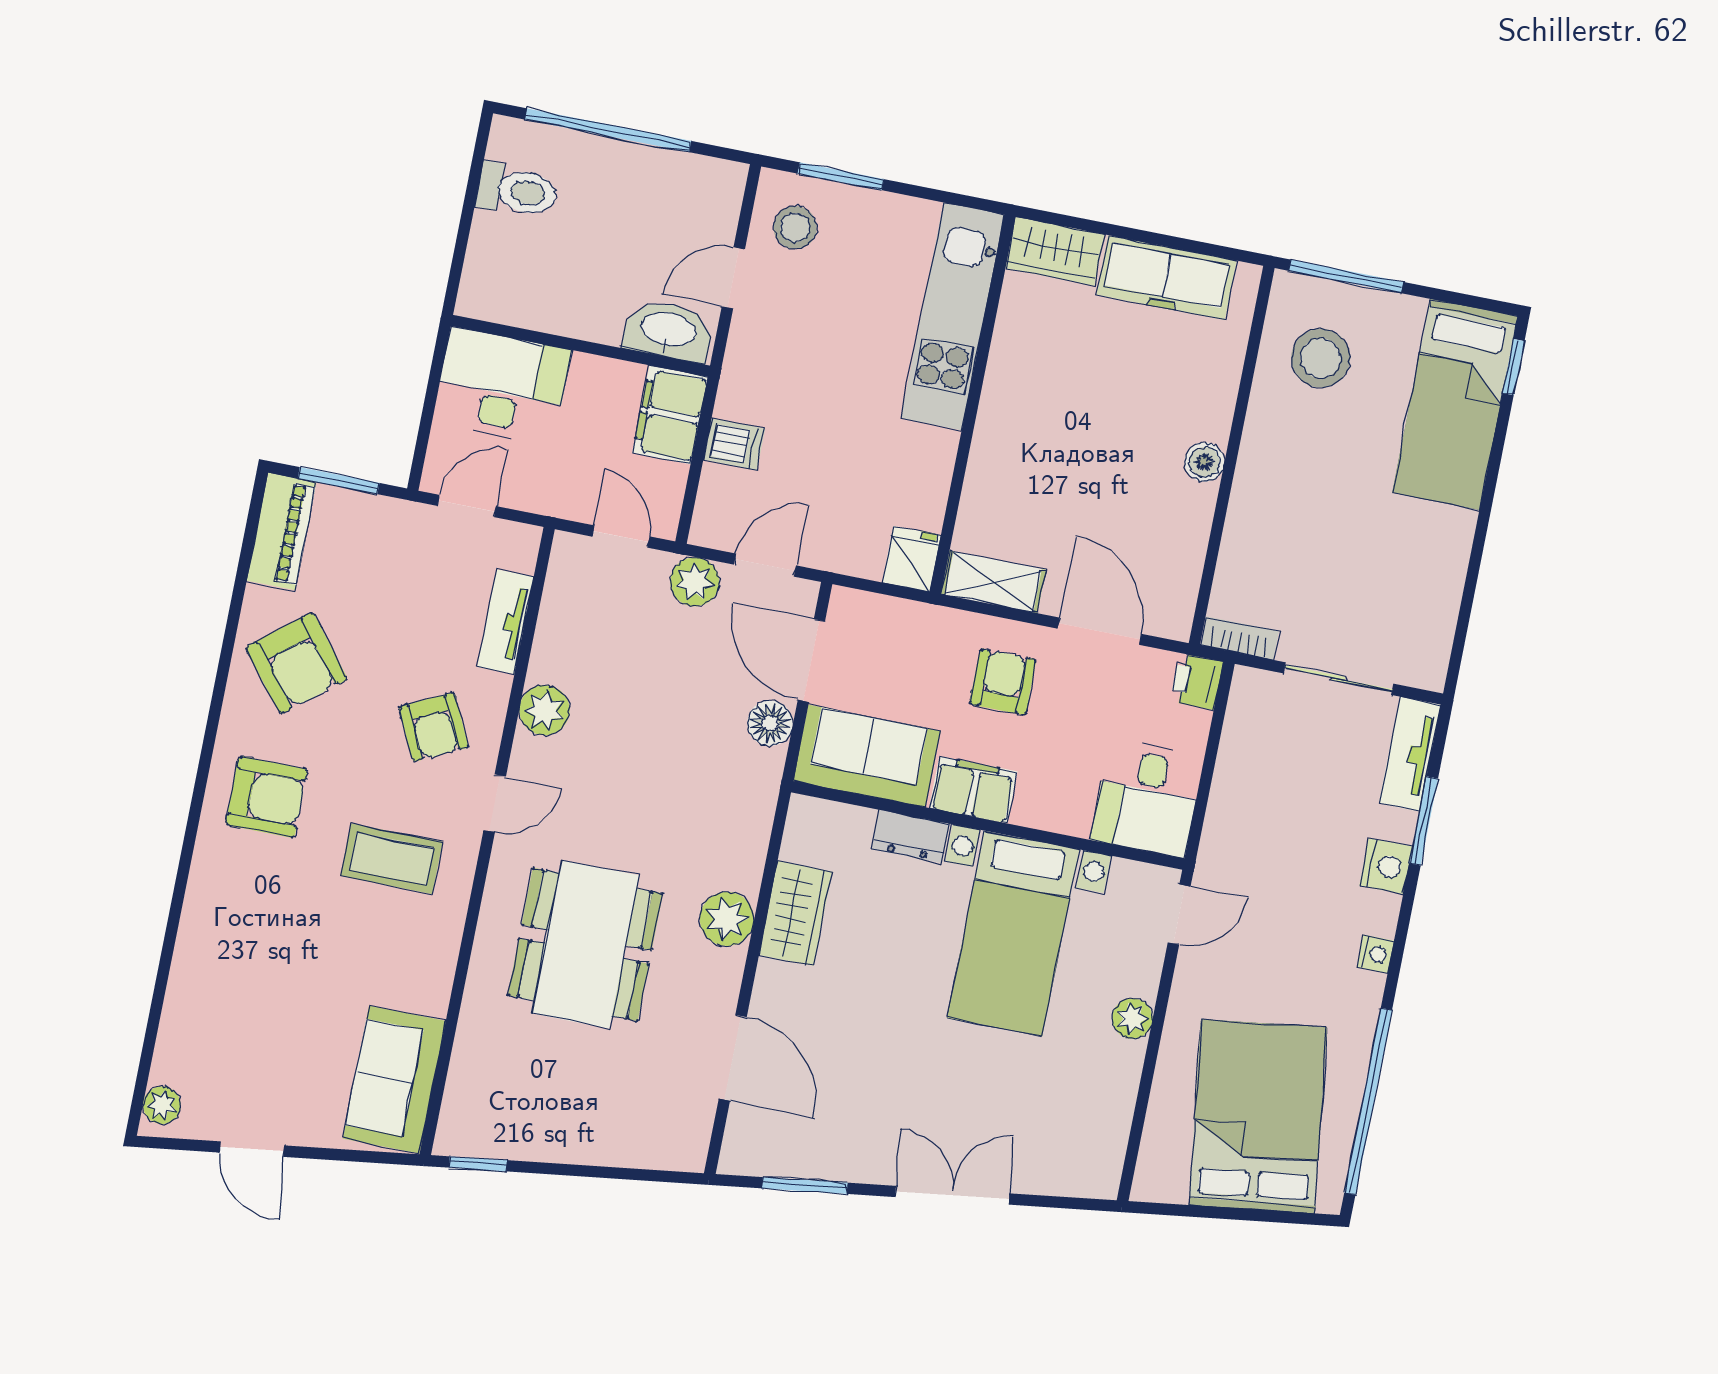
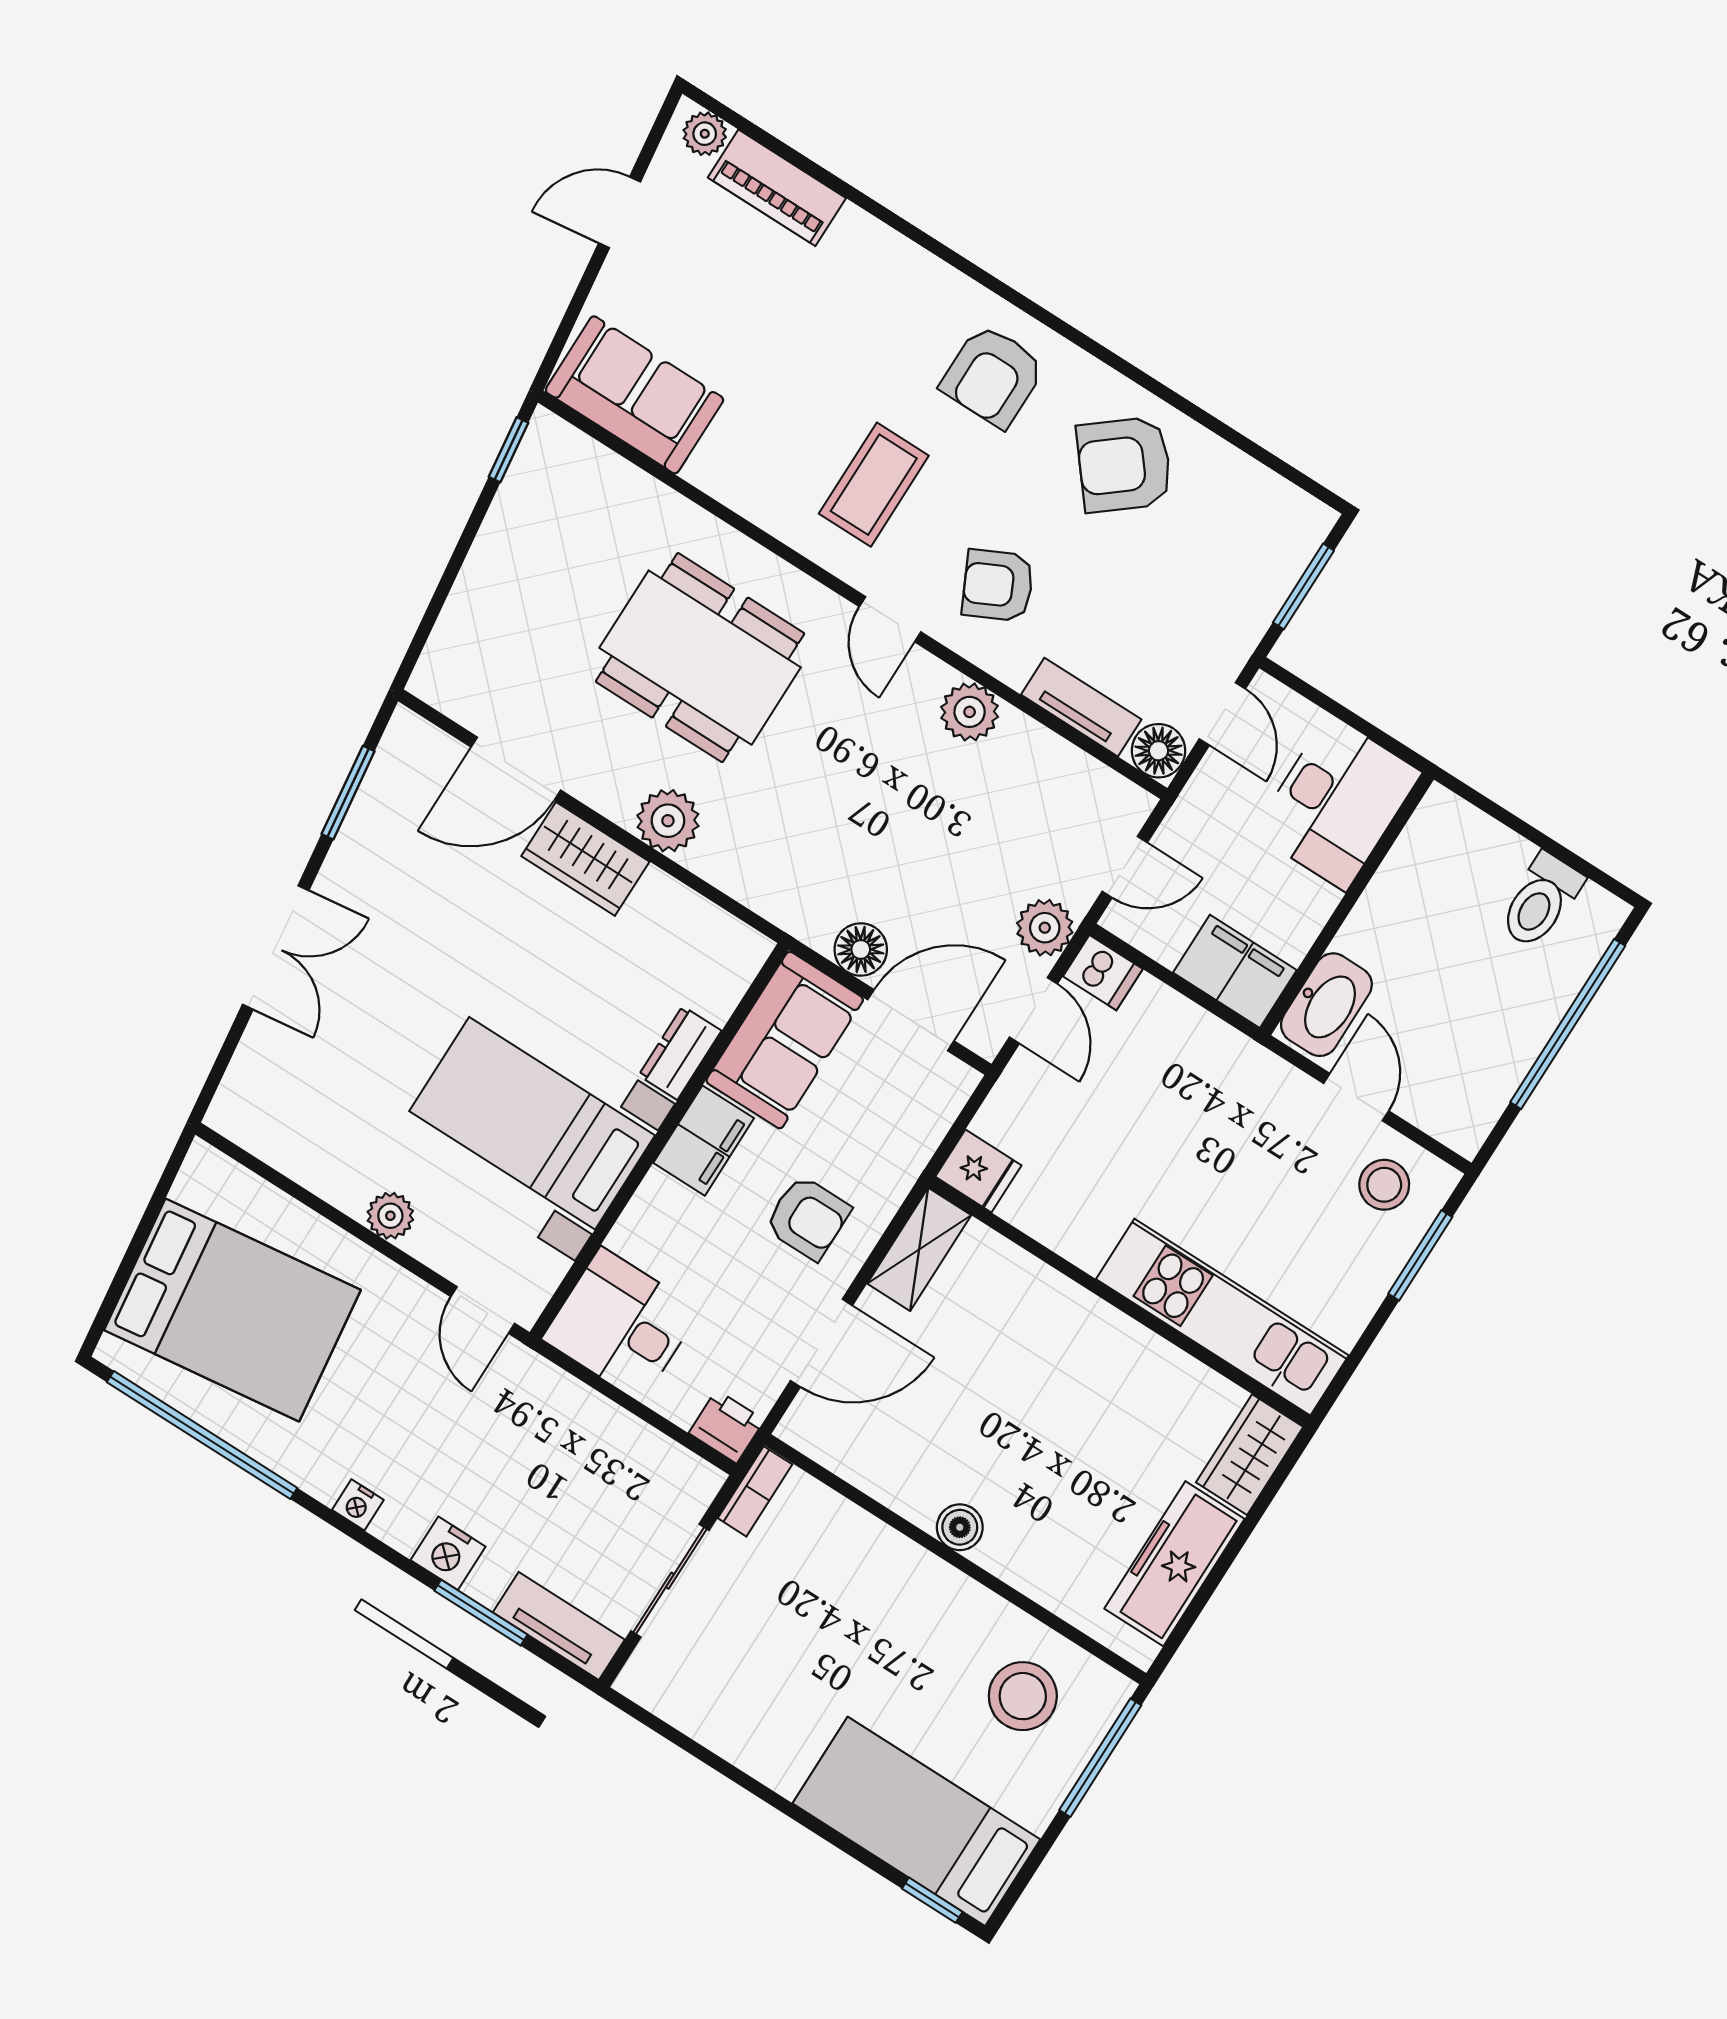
dishwasher: (734, 444) -> (1103, 973), moved, turned -90
piano: (282, 531) -> (777, 188), moved
floor lamp: (516, 546) -> (1158, 751), added
wardrobe: (795, 913) -> (585, 859), moved

